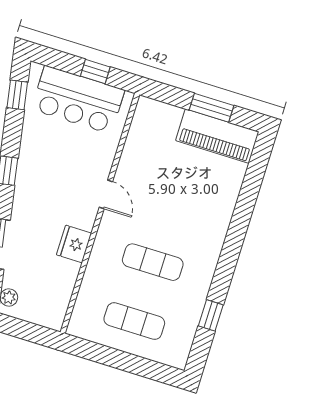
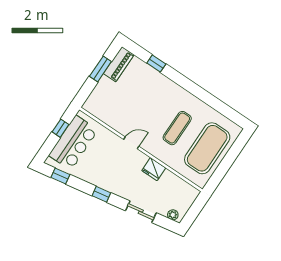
piano: (217, 136) -> (119, 64), width x0.73, depth x0.75
window: (211, 315) -> (156, 64), moved
exercise mat: (134, 321) -> (207, 148), width x2.00, depth x1.45

